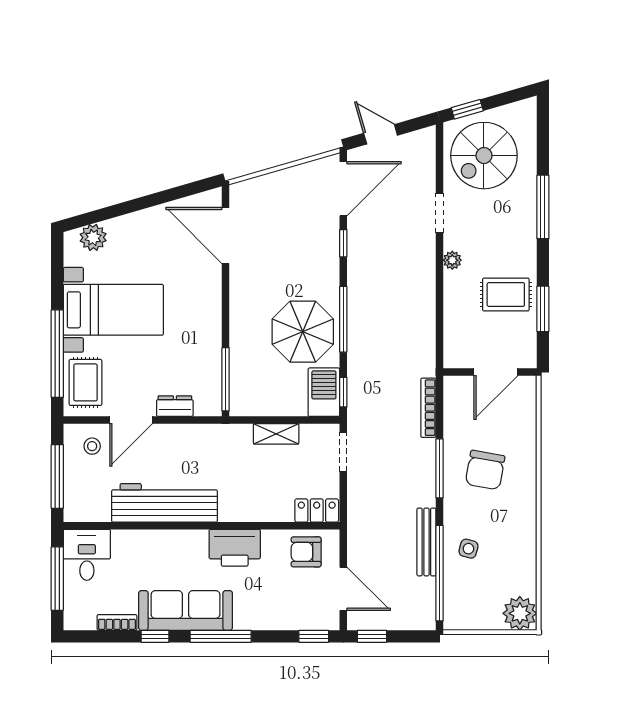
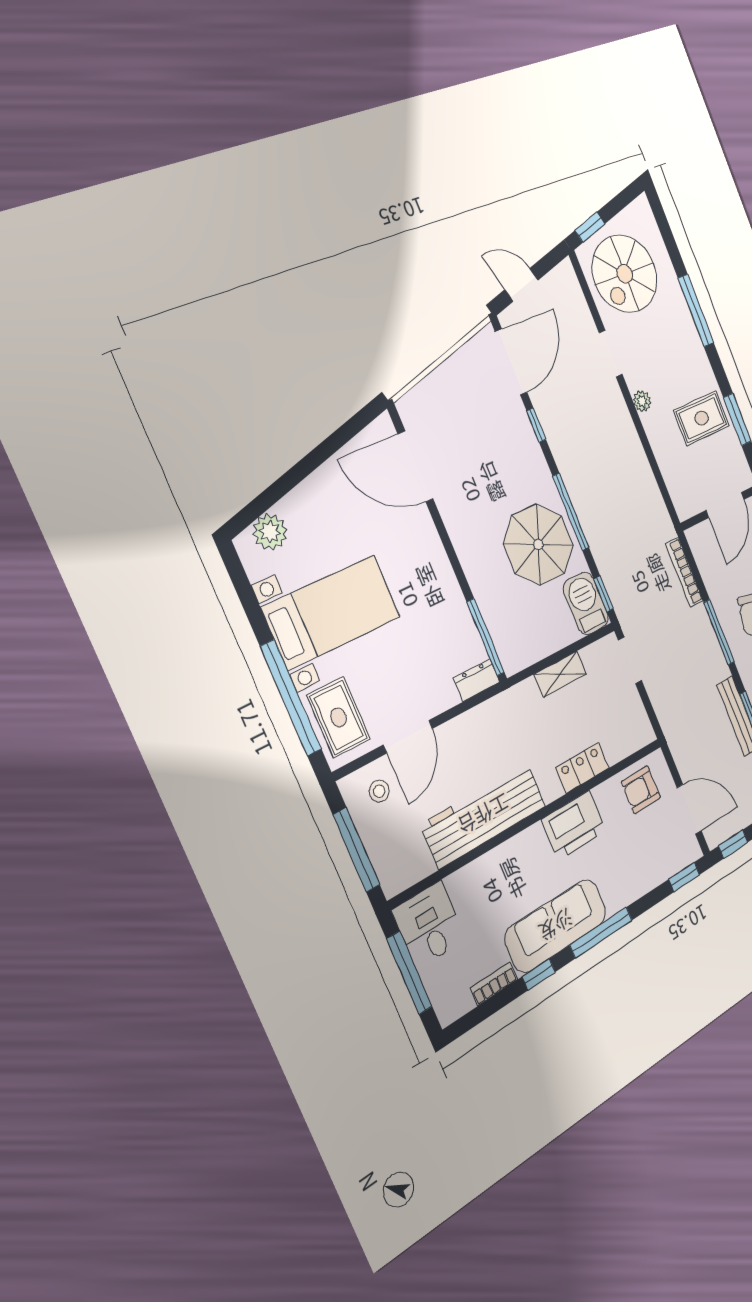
dresser: (175, 406) -> (477, 680), moved
locker: (317, 511) -> (582, 768), moved

